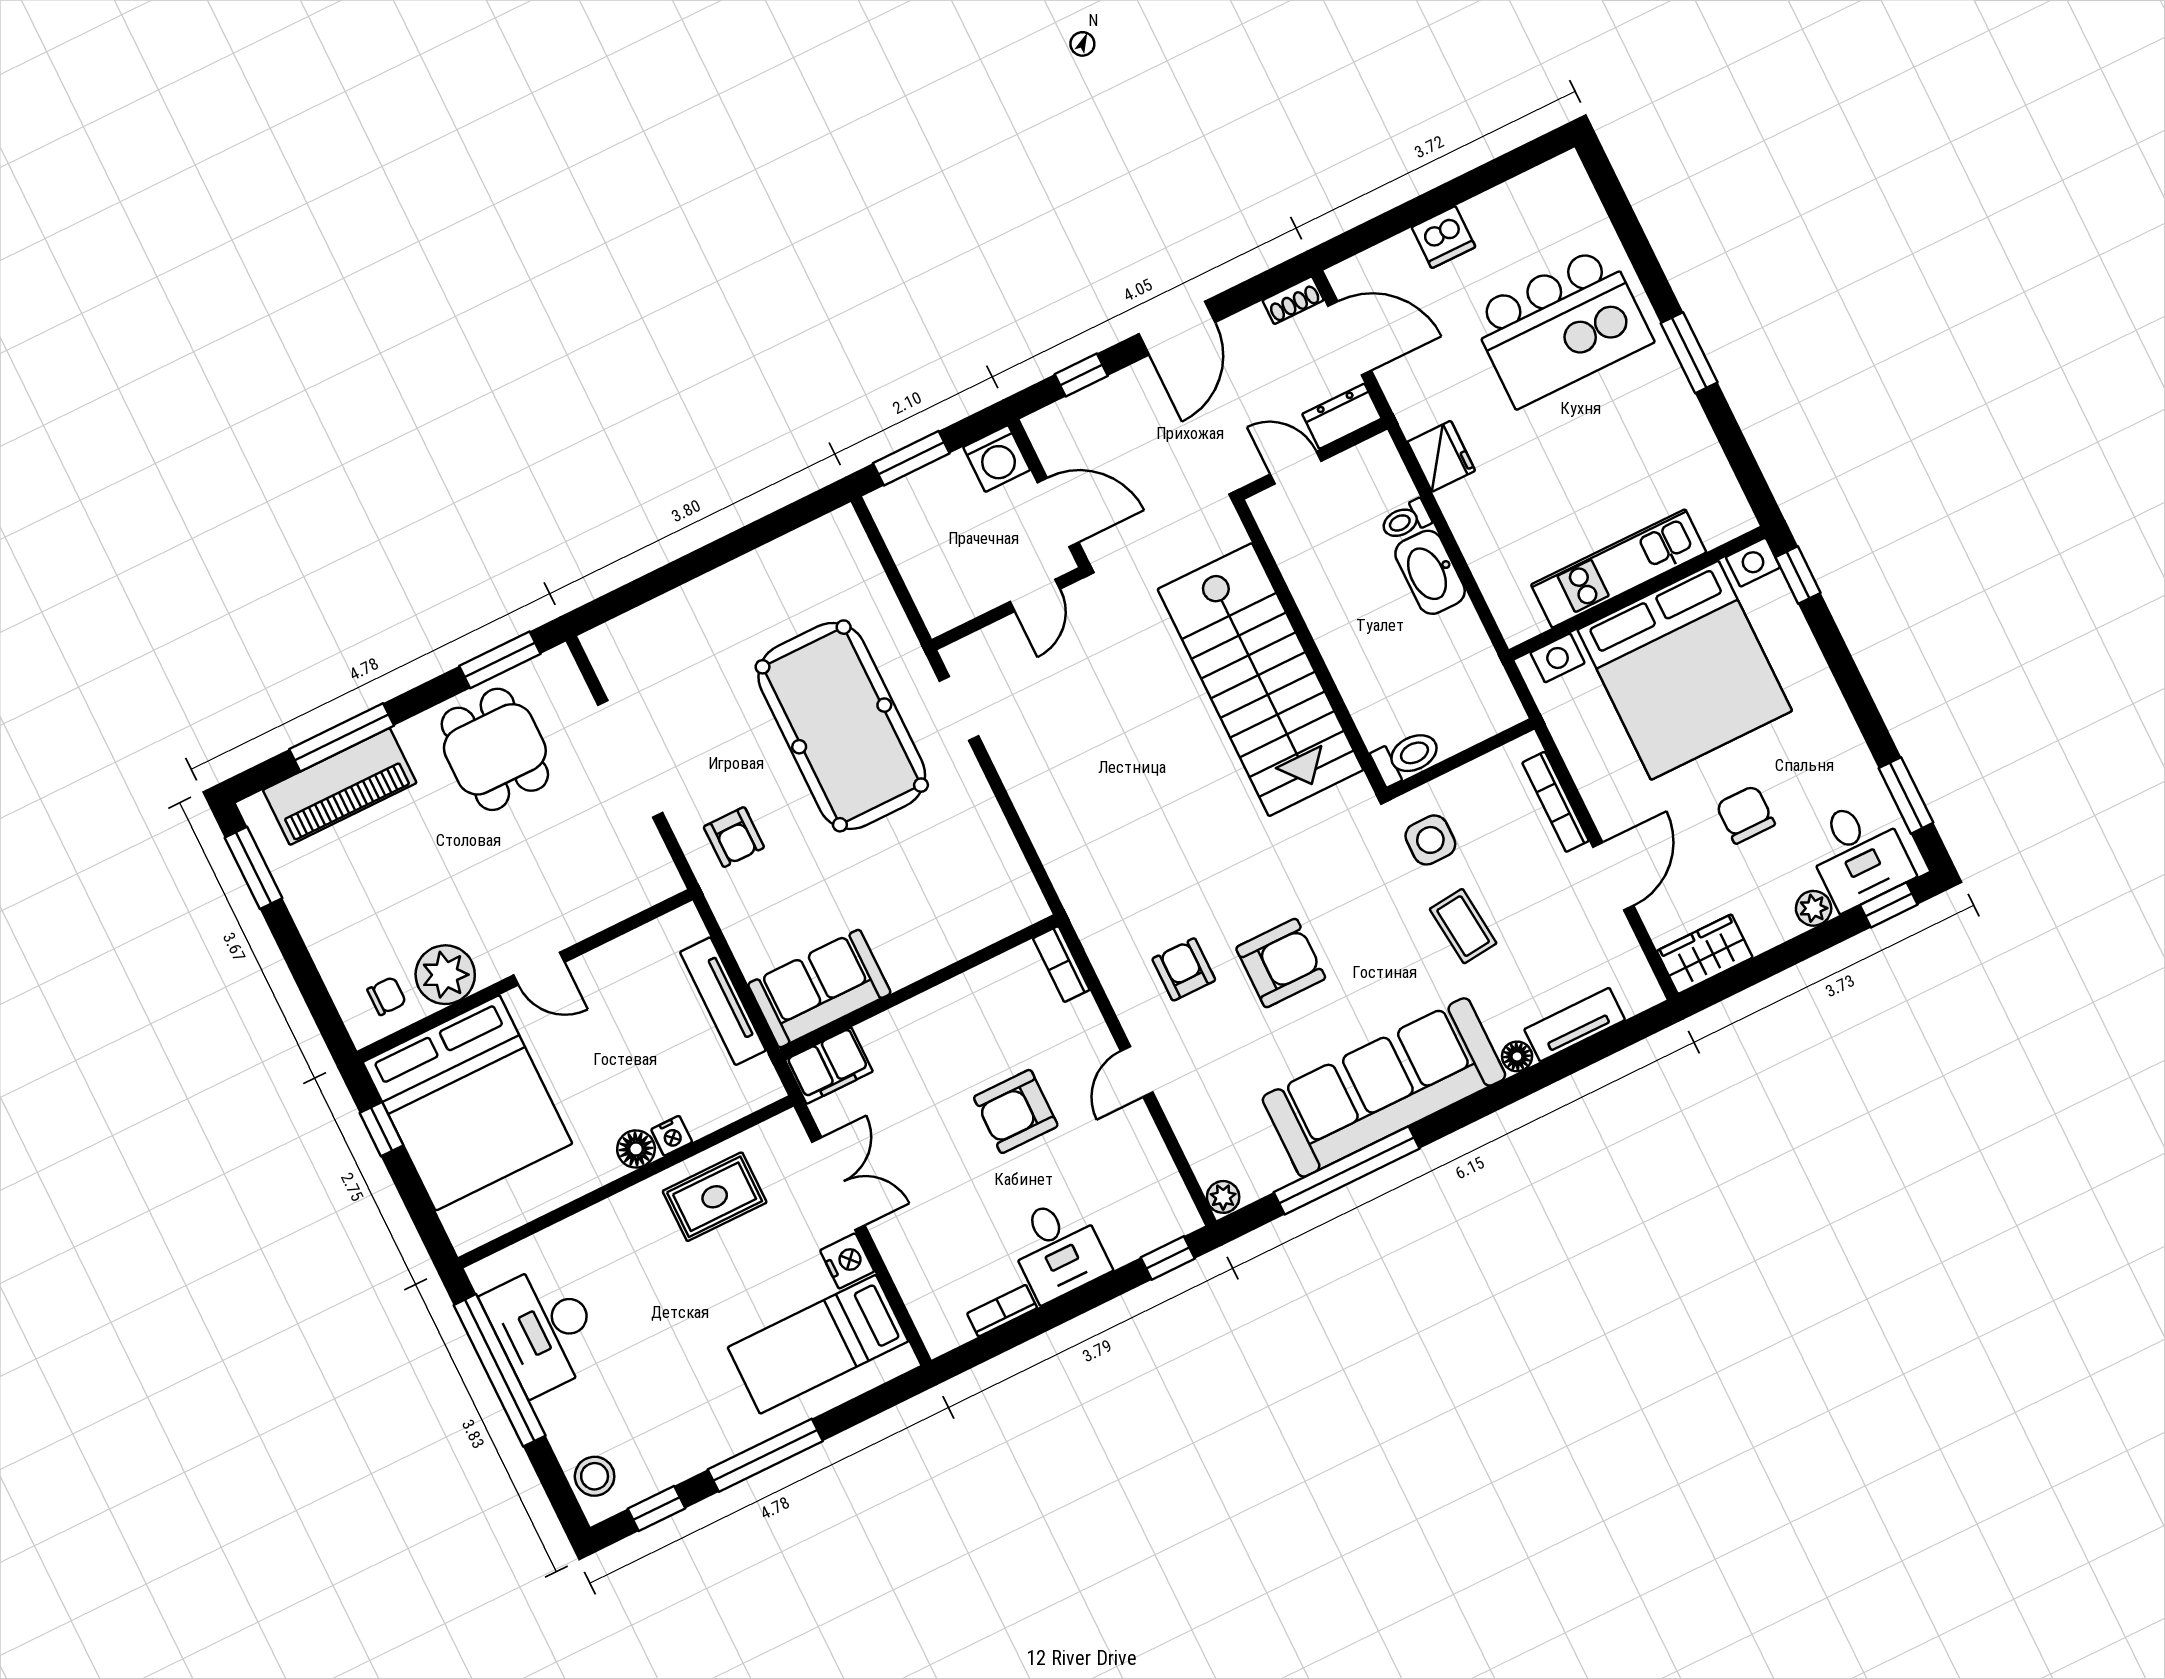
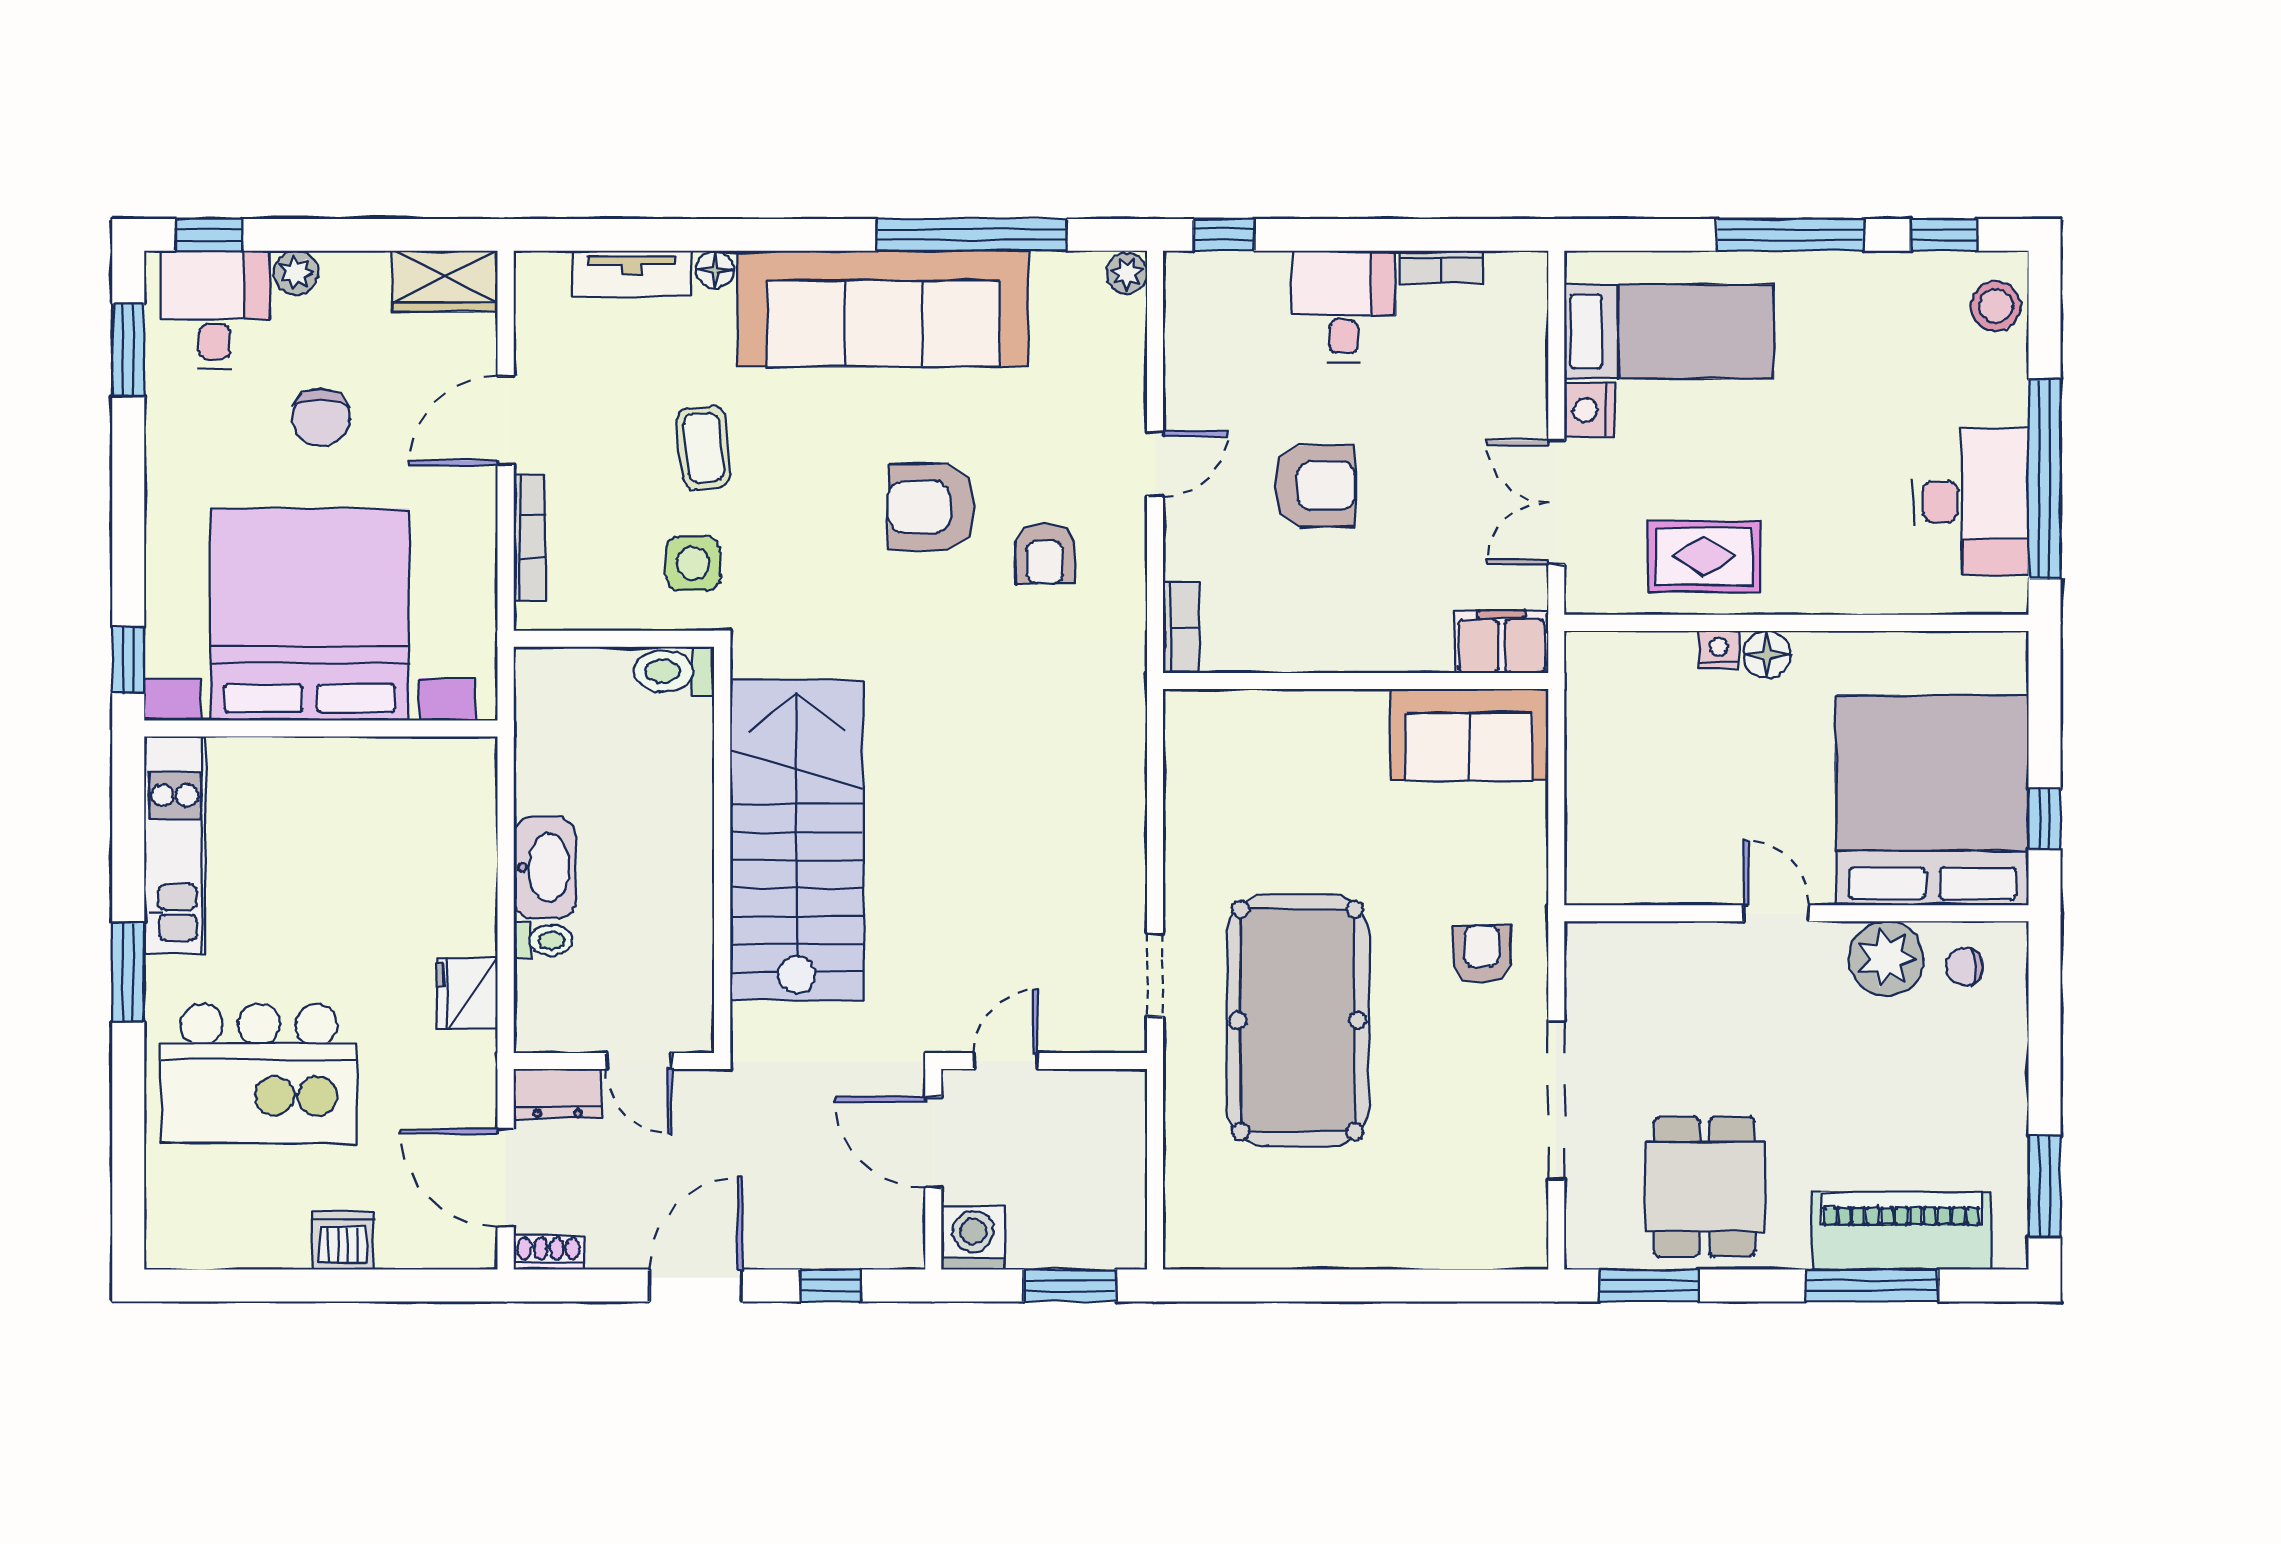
kitchen island: (1561, 327) -> (259, 1073), turned 180
kitchen unit: (1619, 568) -> (175, 845), moved, turned -90
tv unit: (723, 1001) -> (1586, 774), removed

